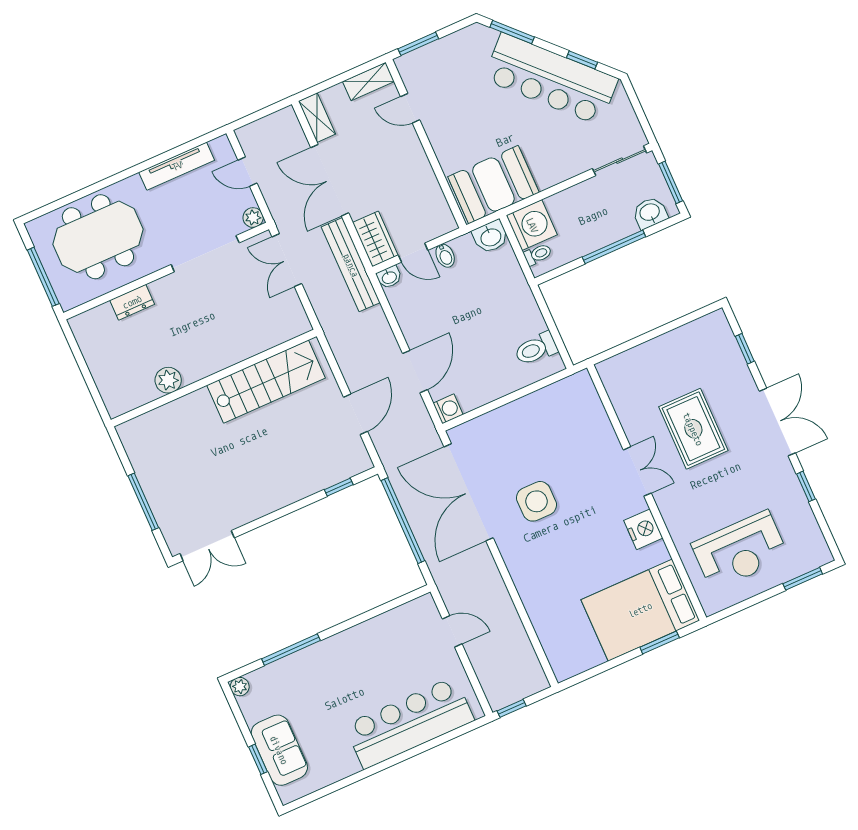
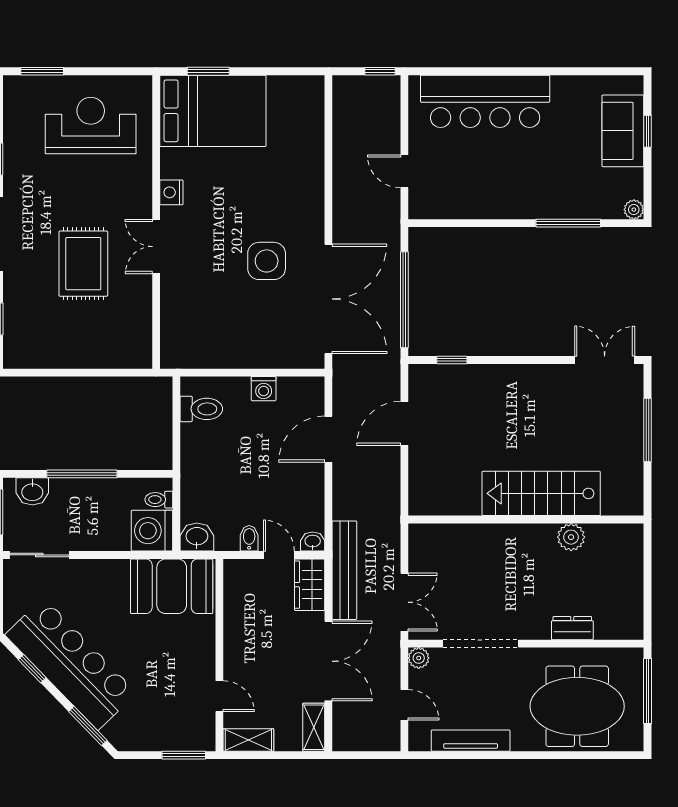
stairs: (266, 382) -> (541, 493), moved
washing machine: (448, 409) -> (264, 389), moved, turned -90
nightstand: (643, 529) -> (171, 192), width x0.74, depth x0.75

